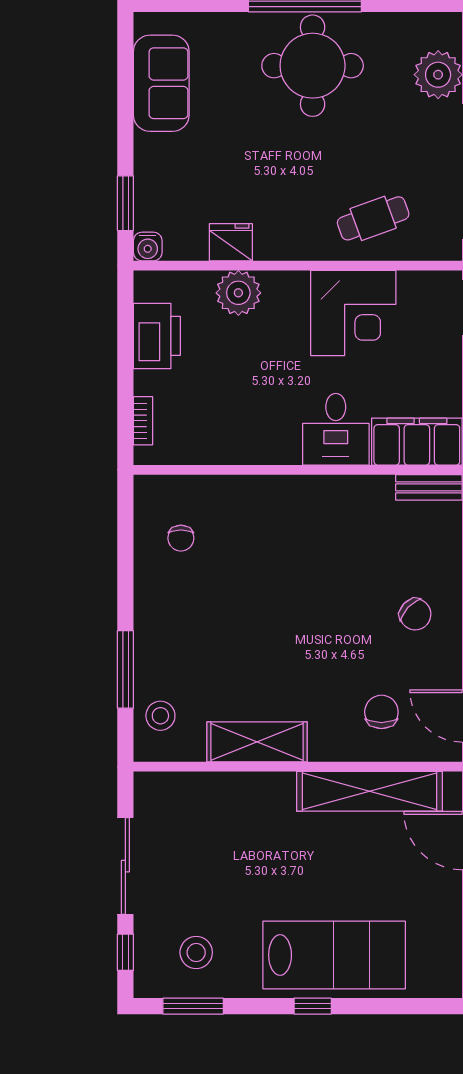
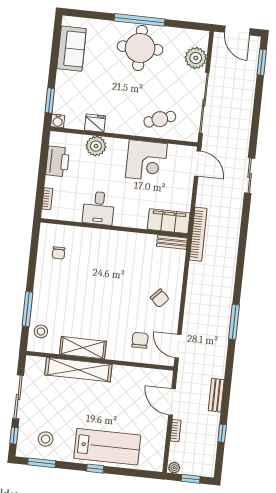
desk: (336, 429) -> (99, 208), moved
shelving: (370, 791) -> (78, 370), moved

